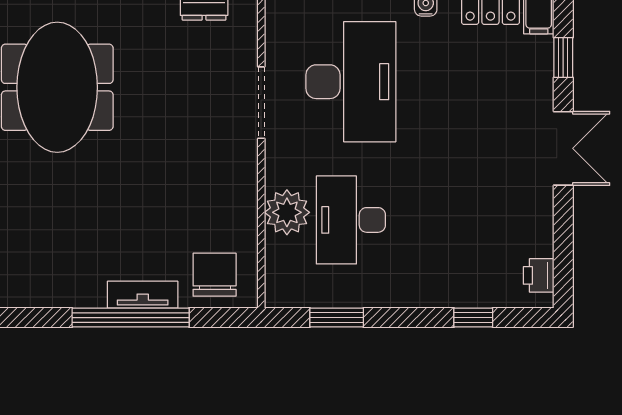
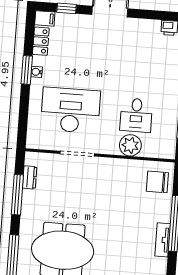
desk: (351, 220) -> (136, 115), width x0.73
tv unit: (143, 295) -> (163, 240), moved

